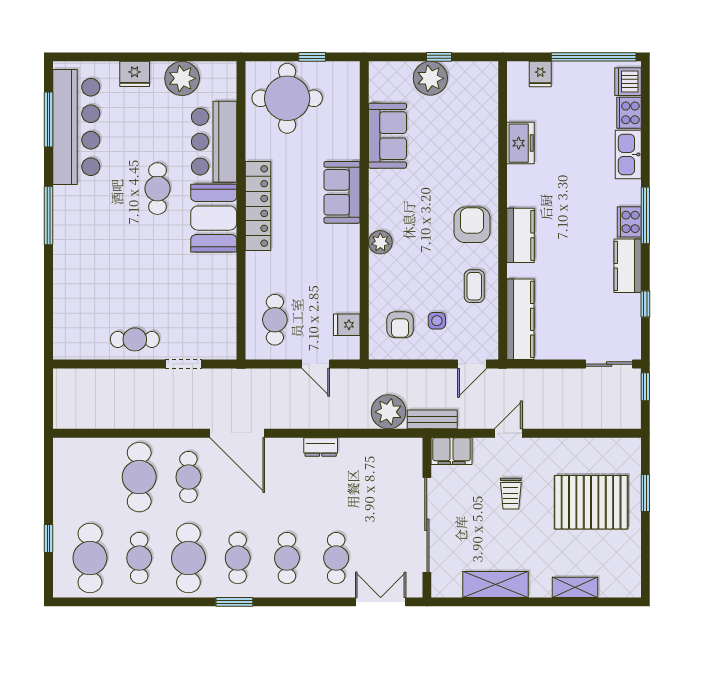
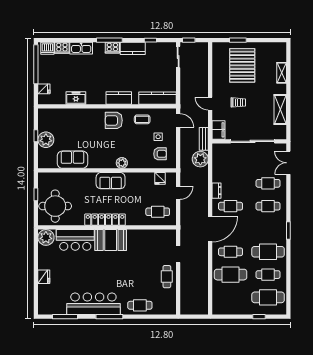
plant: (182, 78) -> (46, 237), moved
bar counter: (76, 127) -> (93, 304), moved
cafe table: (158, 189) -> (140, 305), moved
sofa: (342, 192) -> (111, 181), moved
cafe table: (238, 558) -> (231, 206), moved

